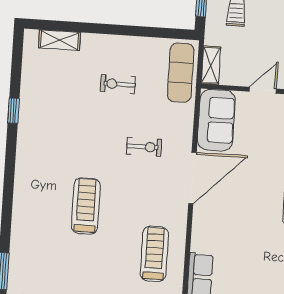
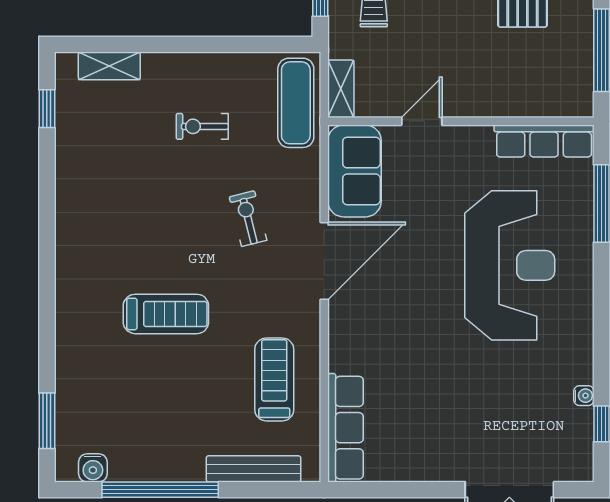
window: (13, 111) -> (47, 109), moved
exercise bike: (144, 147) -> (248, 219), turned -104
treadmill: (86, 206) -> (166, 314), turned 90

